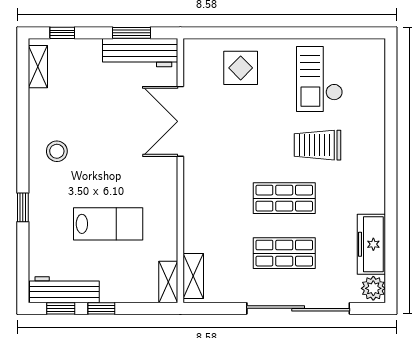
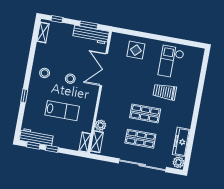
stool: (113, 153) -> (70, 79), added
plant: (195, 240) -> (101, 125), added

